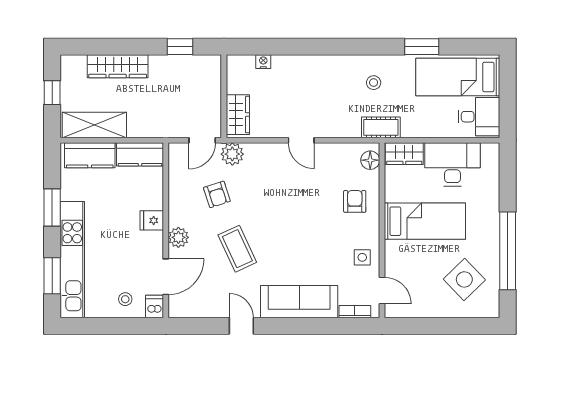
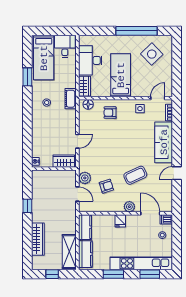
wall: (224, 96) -> (54, 169), moved
wardrobe: (238, 115) -> (64, 161), moved

